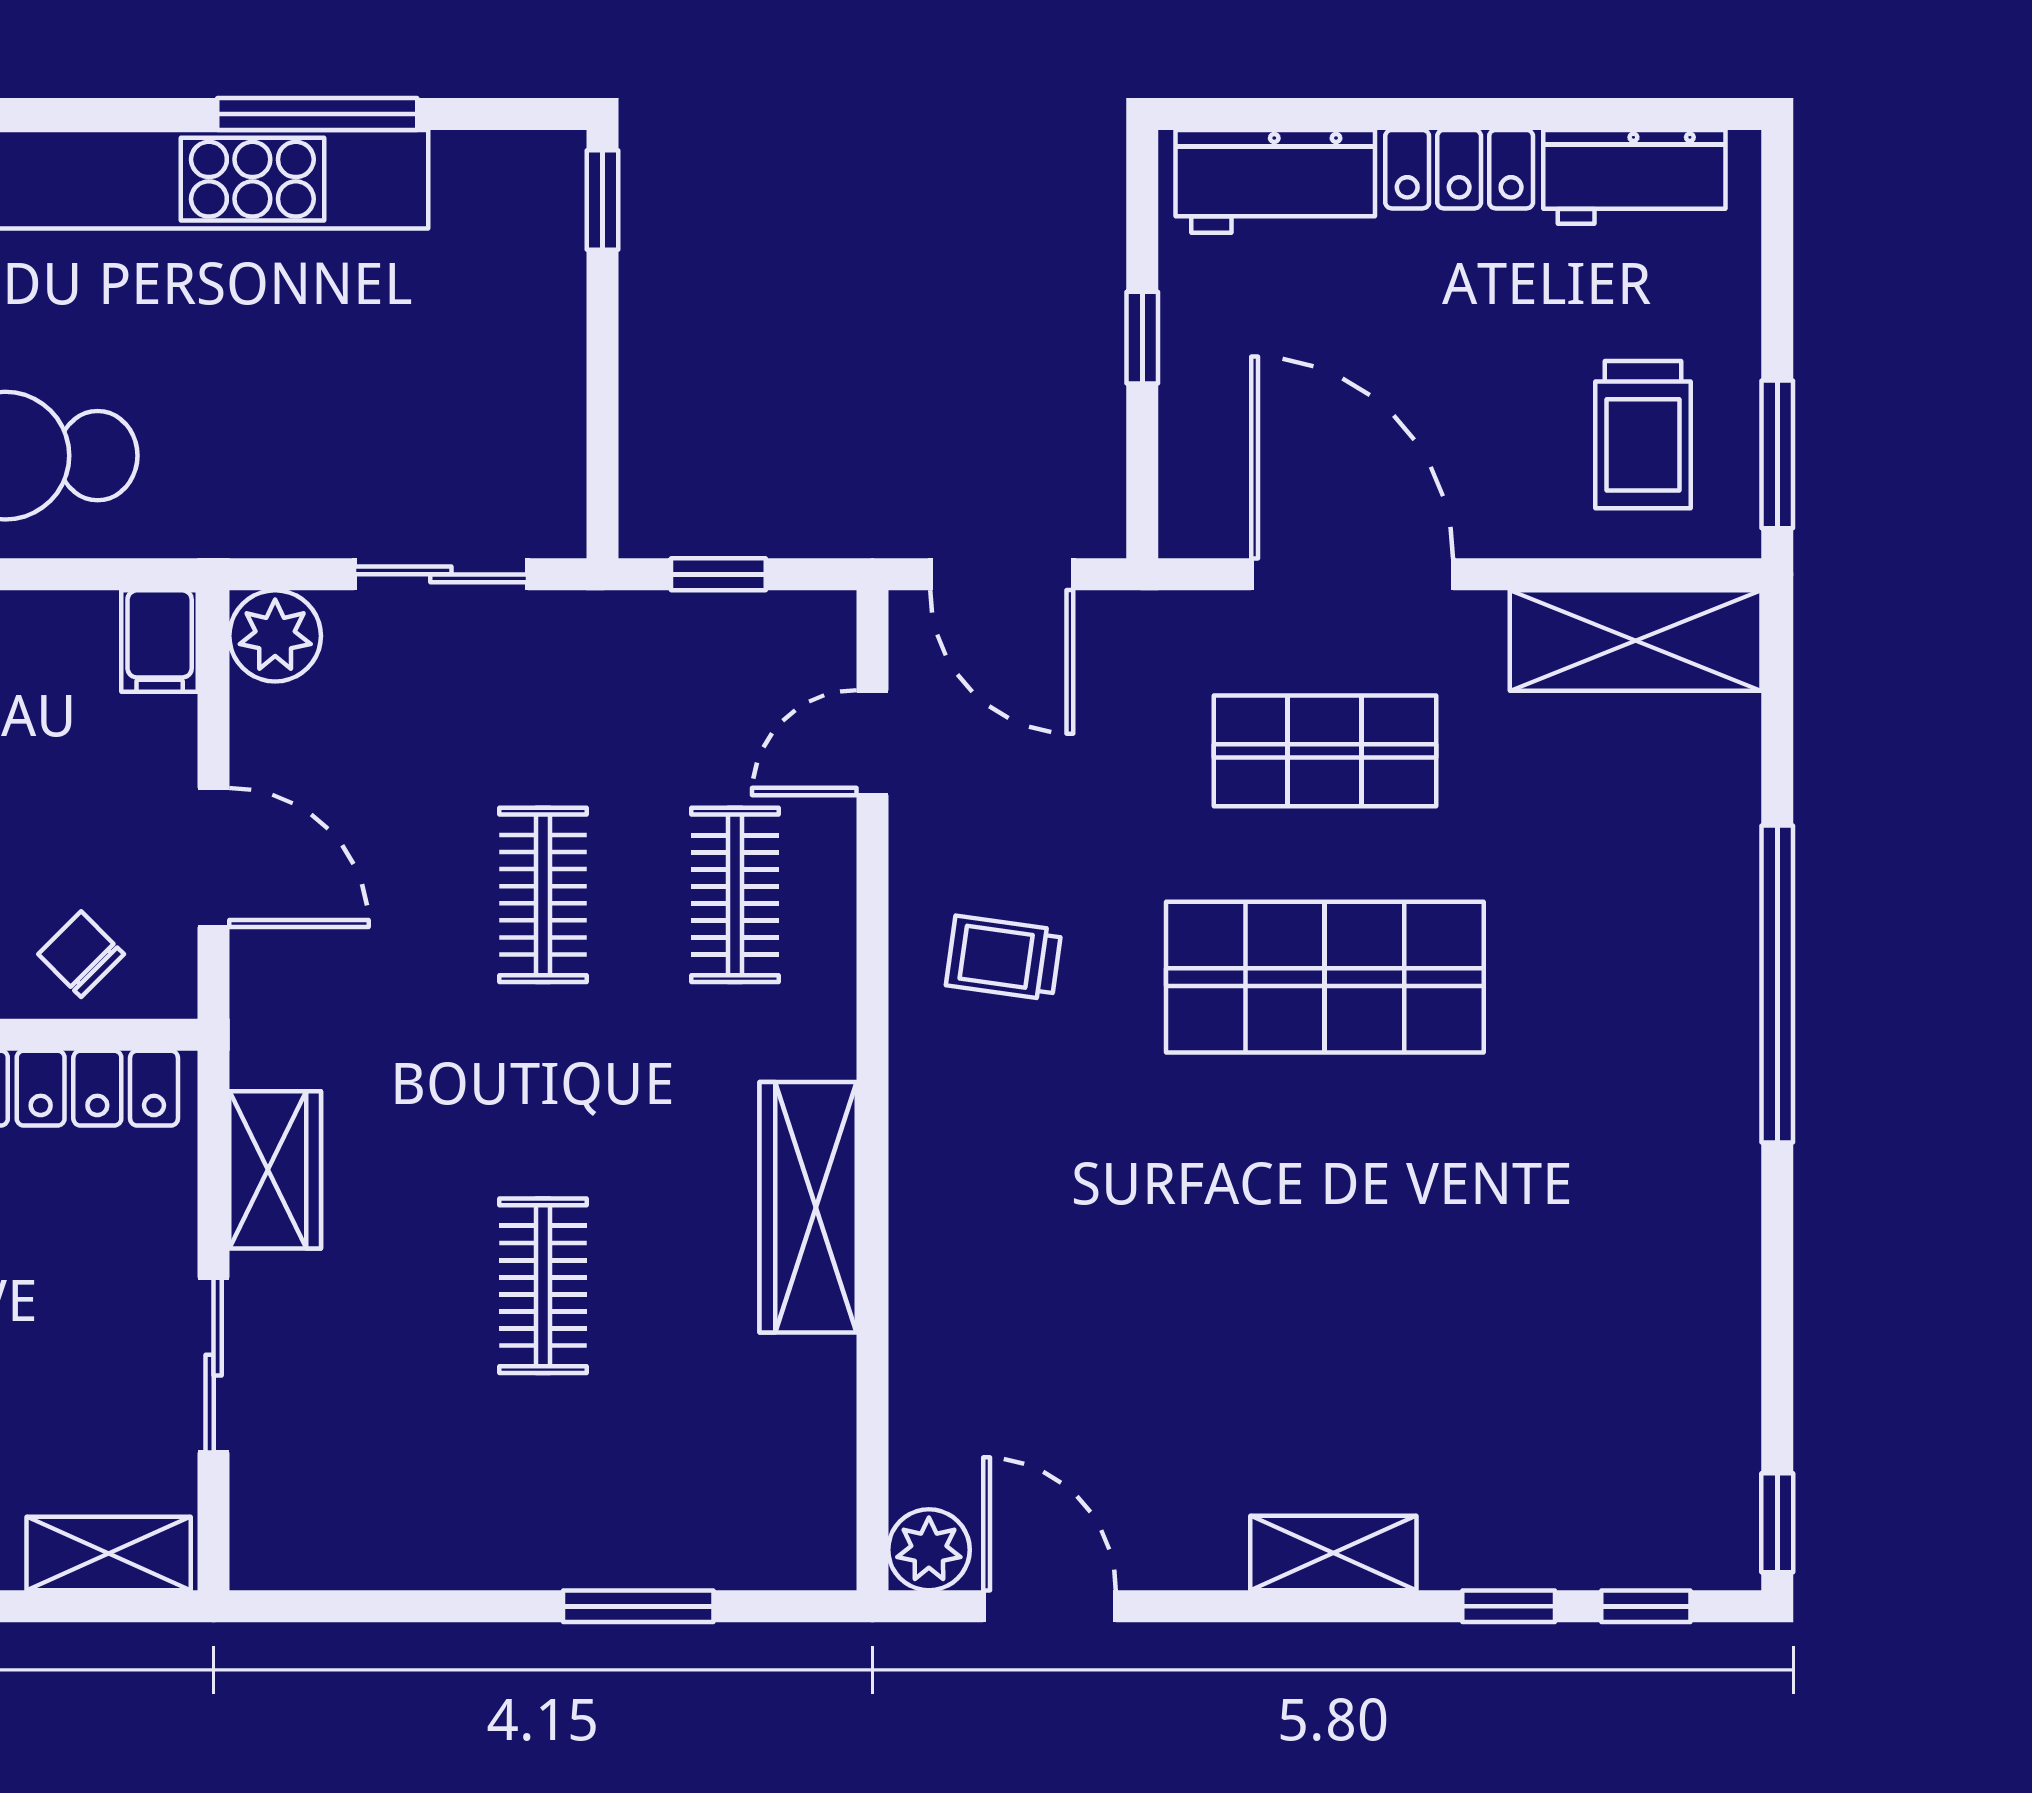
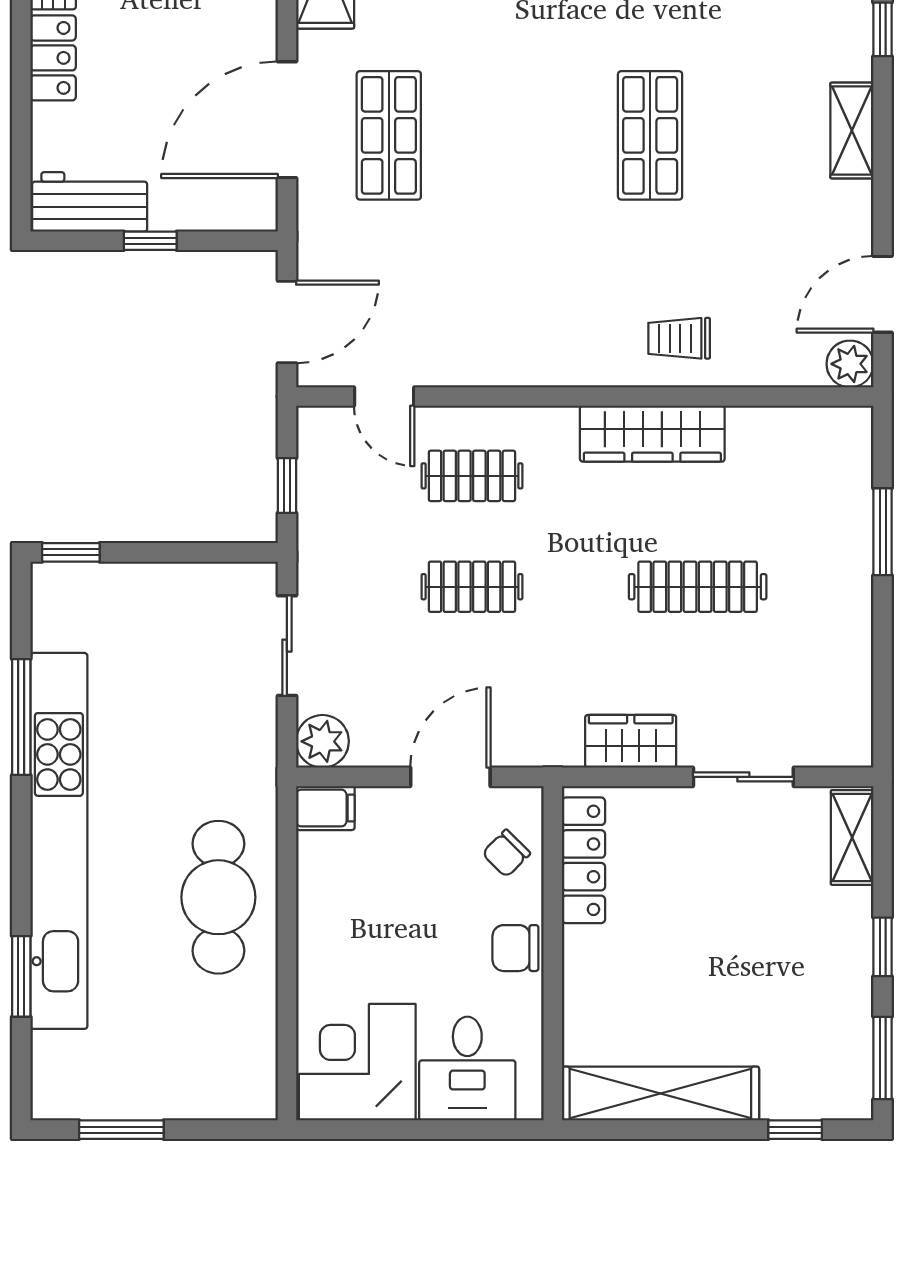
workbench: (1275, 181) -> (90, 202), moved, turned -90
trolley: (1004, 958) -> (679, 338), moved, turned 82
shop shelf: (1325, 977) -> (650, 135), moved, width x0.70, depth x0.74
clothes rail: (543, 1286) -> (698, 587), width x1.36

